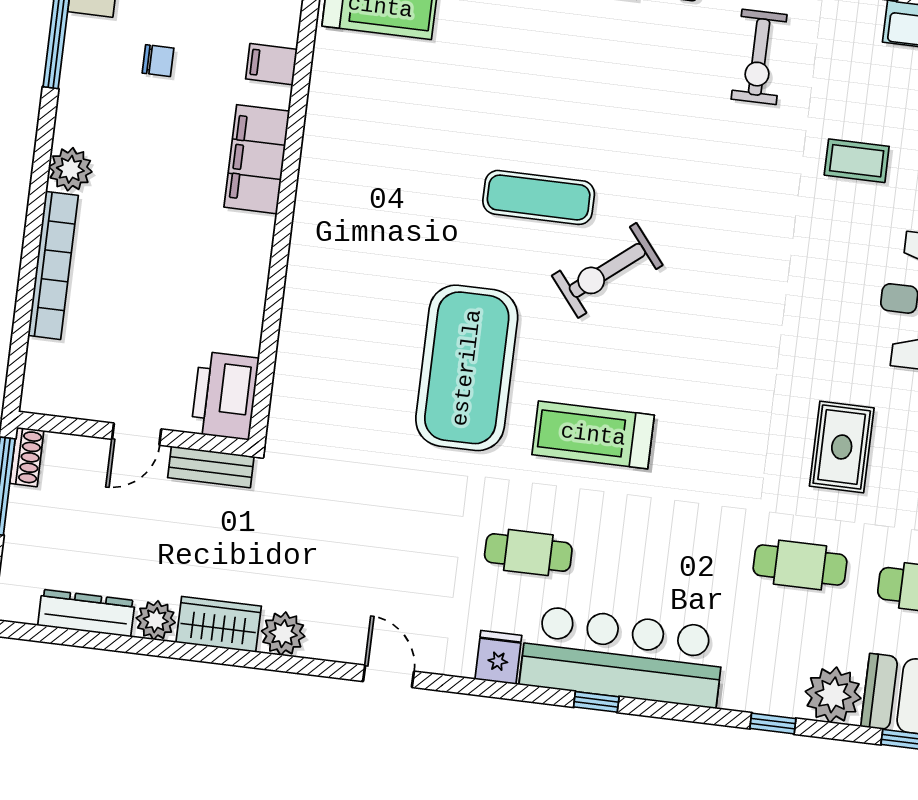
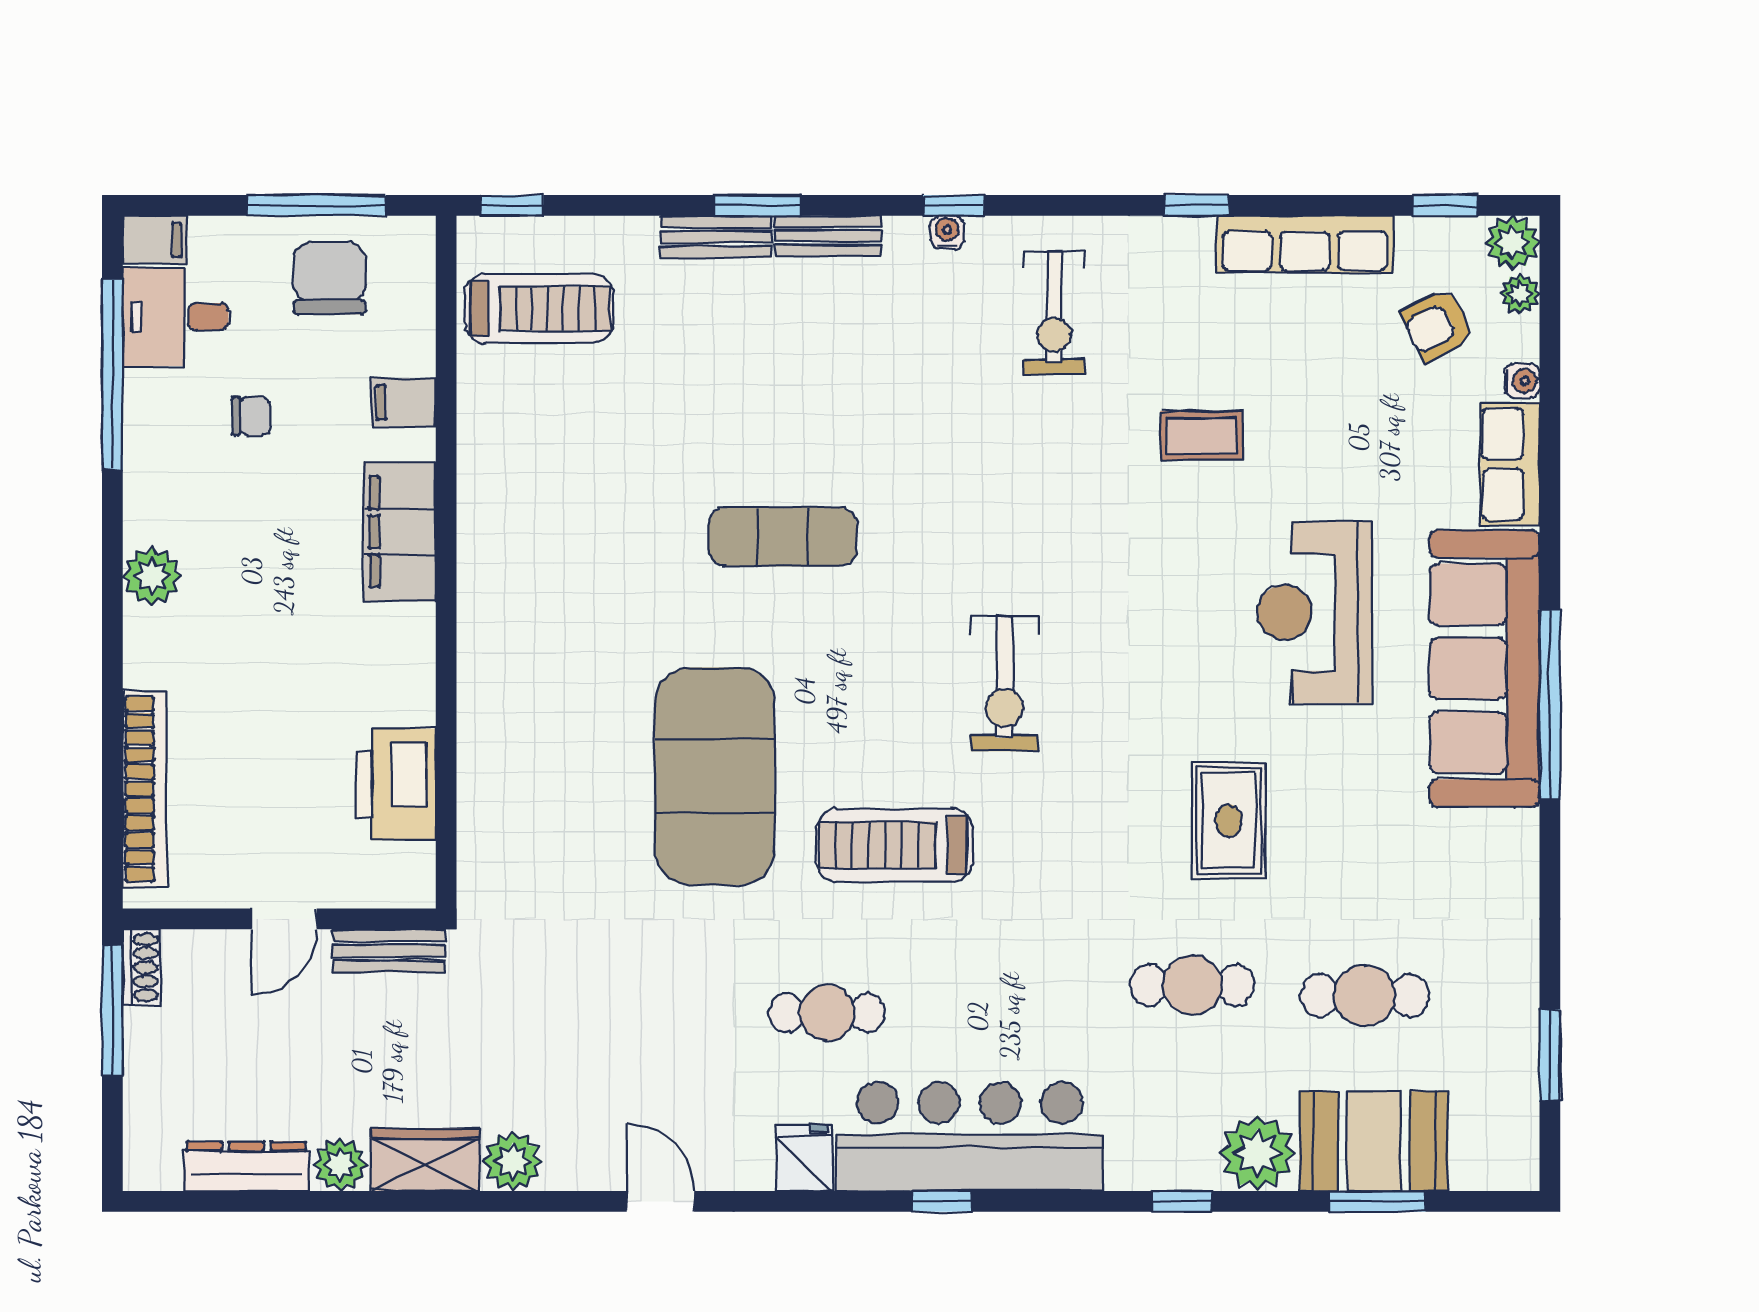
bookcase: (53, 265) -> (145, 789), moved
exercise bike: (607, 270) -> (1005, 684), moved, turned -51
printer: (225, 396) -> (396, 784), moved

